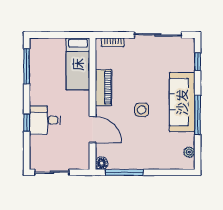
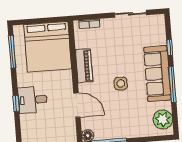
sliding door: (158, 35) -> (130, 14), width x0.73
window: (198, 62) -> (170, 47), moved
bed: (78, 64) -> (48, 47), width x2.04
plant: (189, 152) -> (163, 119), width x1.88, depth x1.88

